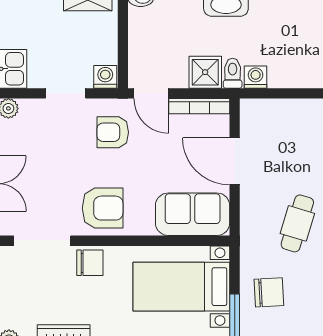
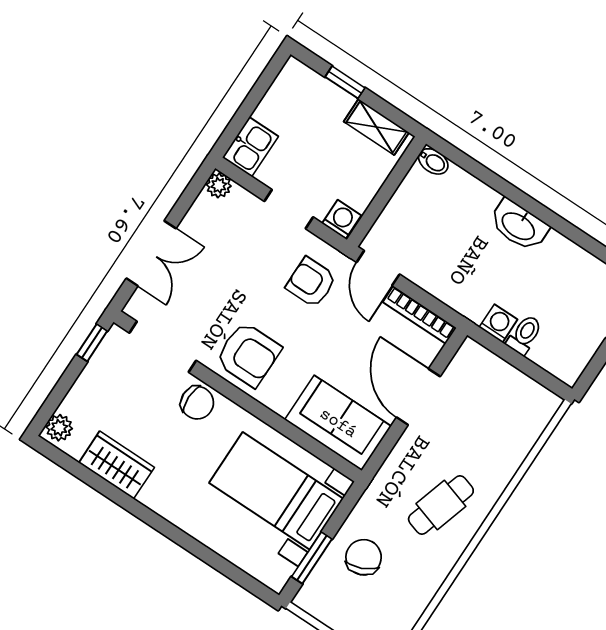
shower: (205, 72) -> (449, 283), removed
toilet: (233, 73) -> (524, 335), moved
chair: (269, 292) -> (364, 557), turned -110

